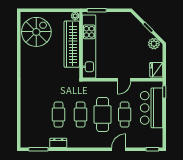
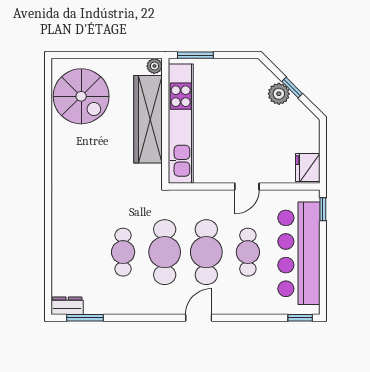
spiral stairs: (36, 32) -> (81, 96), turned 90
plant: (154, 44) -> (279, 94), moved
bar counter: (152, 108) -> (299, 253), width x1.36
cafe table: (81, 115) -> (165, 252), width x1.37, depth x1.35
dresser: (58, 143) -> (67, 306), moved
door: (119, 149) -> (199, 318), moved

